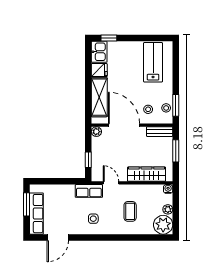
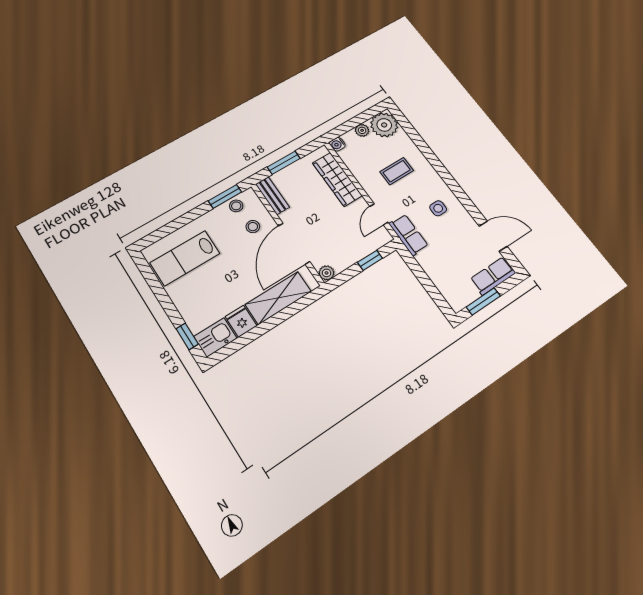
row of seats: (36, 214) -> (493, 276), width x0.68

